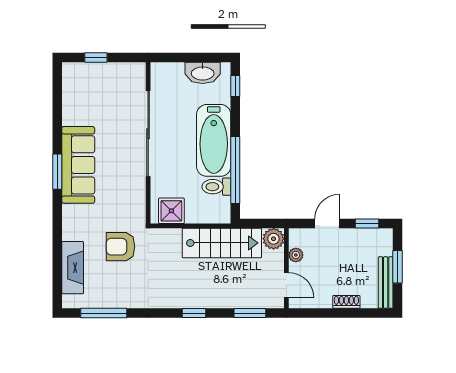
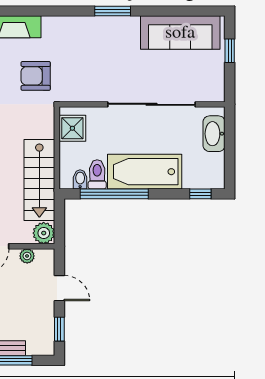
washbasin: (203, 73) -> (214, 134), moved
sofa: (78, 165) -> (180, 33), moved
bidet: (221, 203) -> (80, 179), added
armchair: (120, 247) -> (36, 76), turned -90

